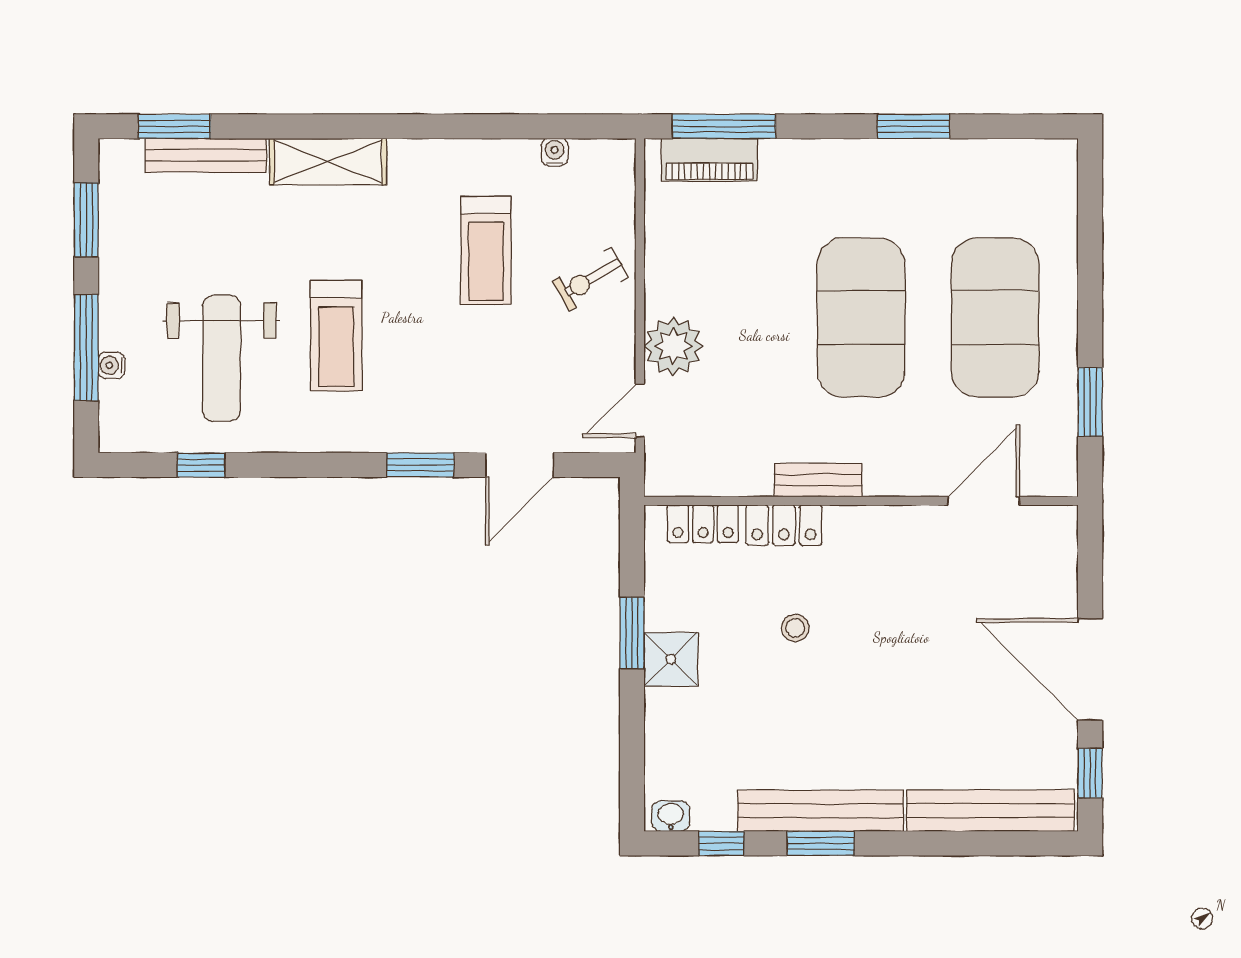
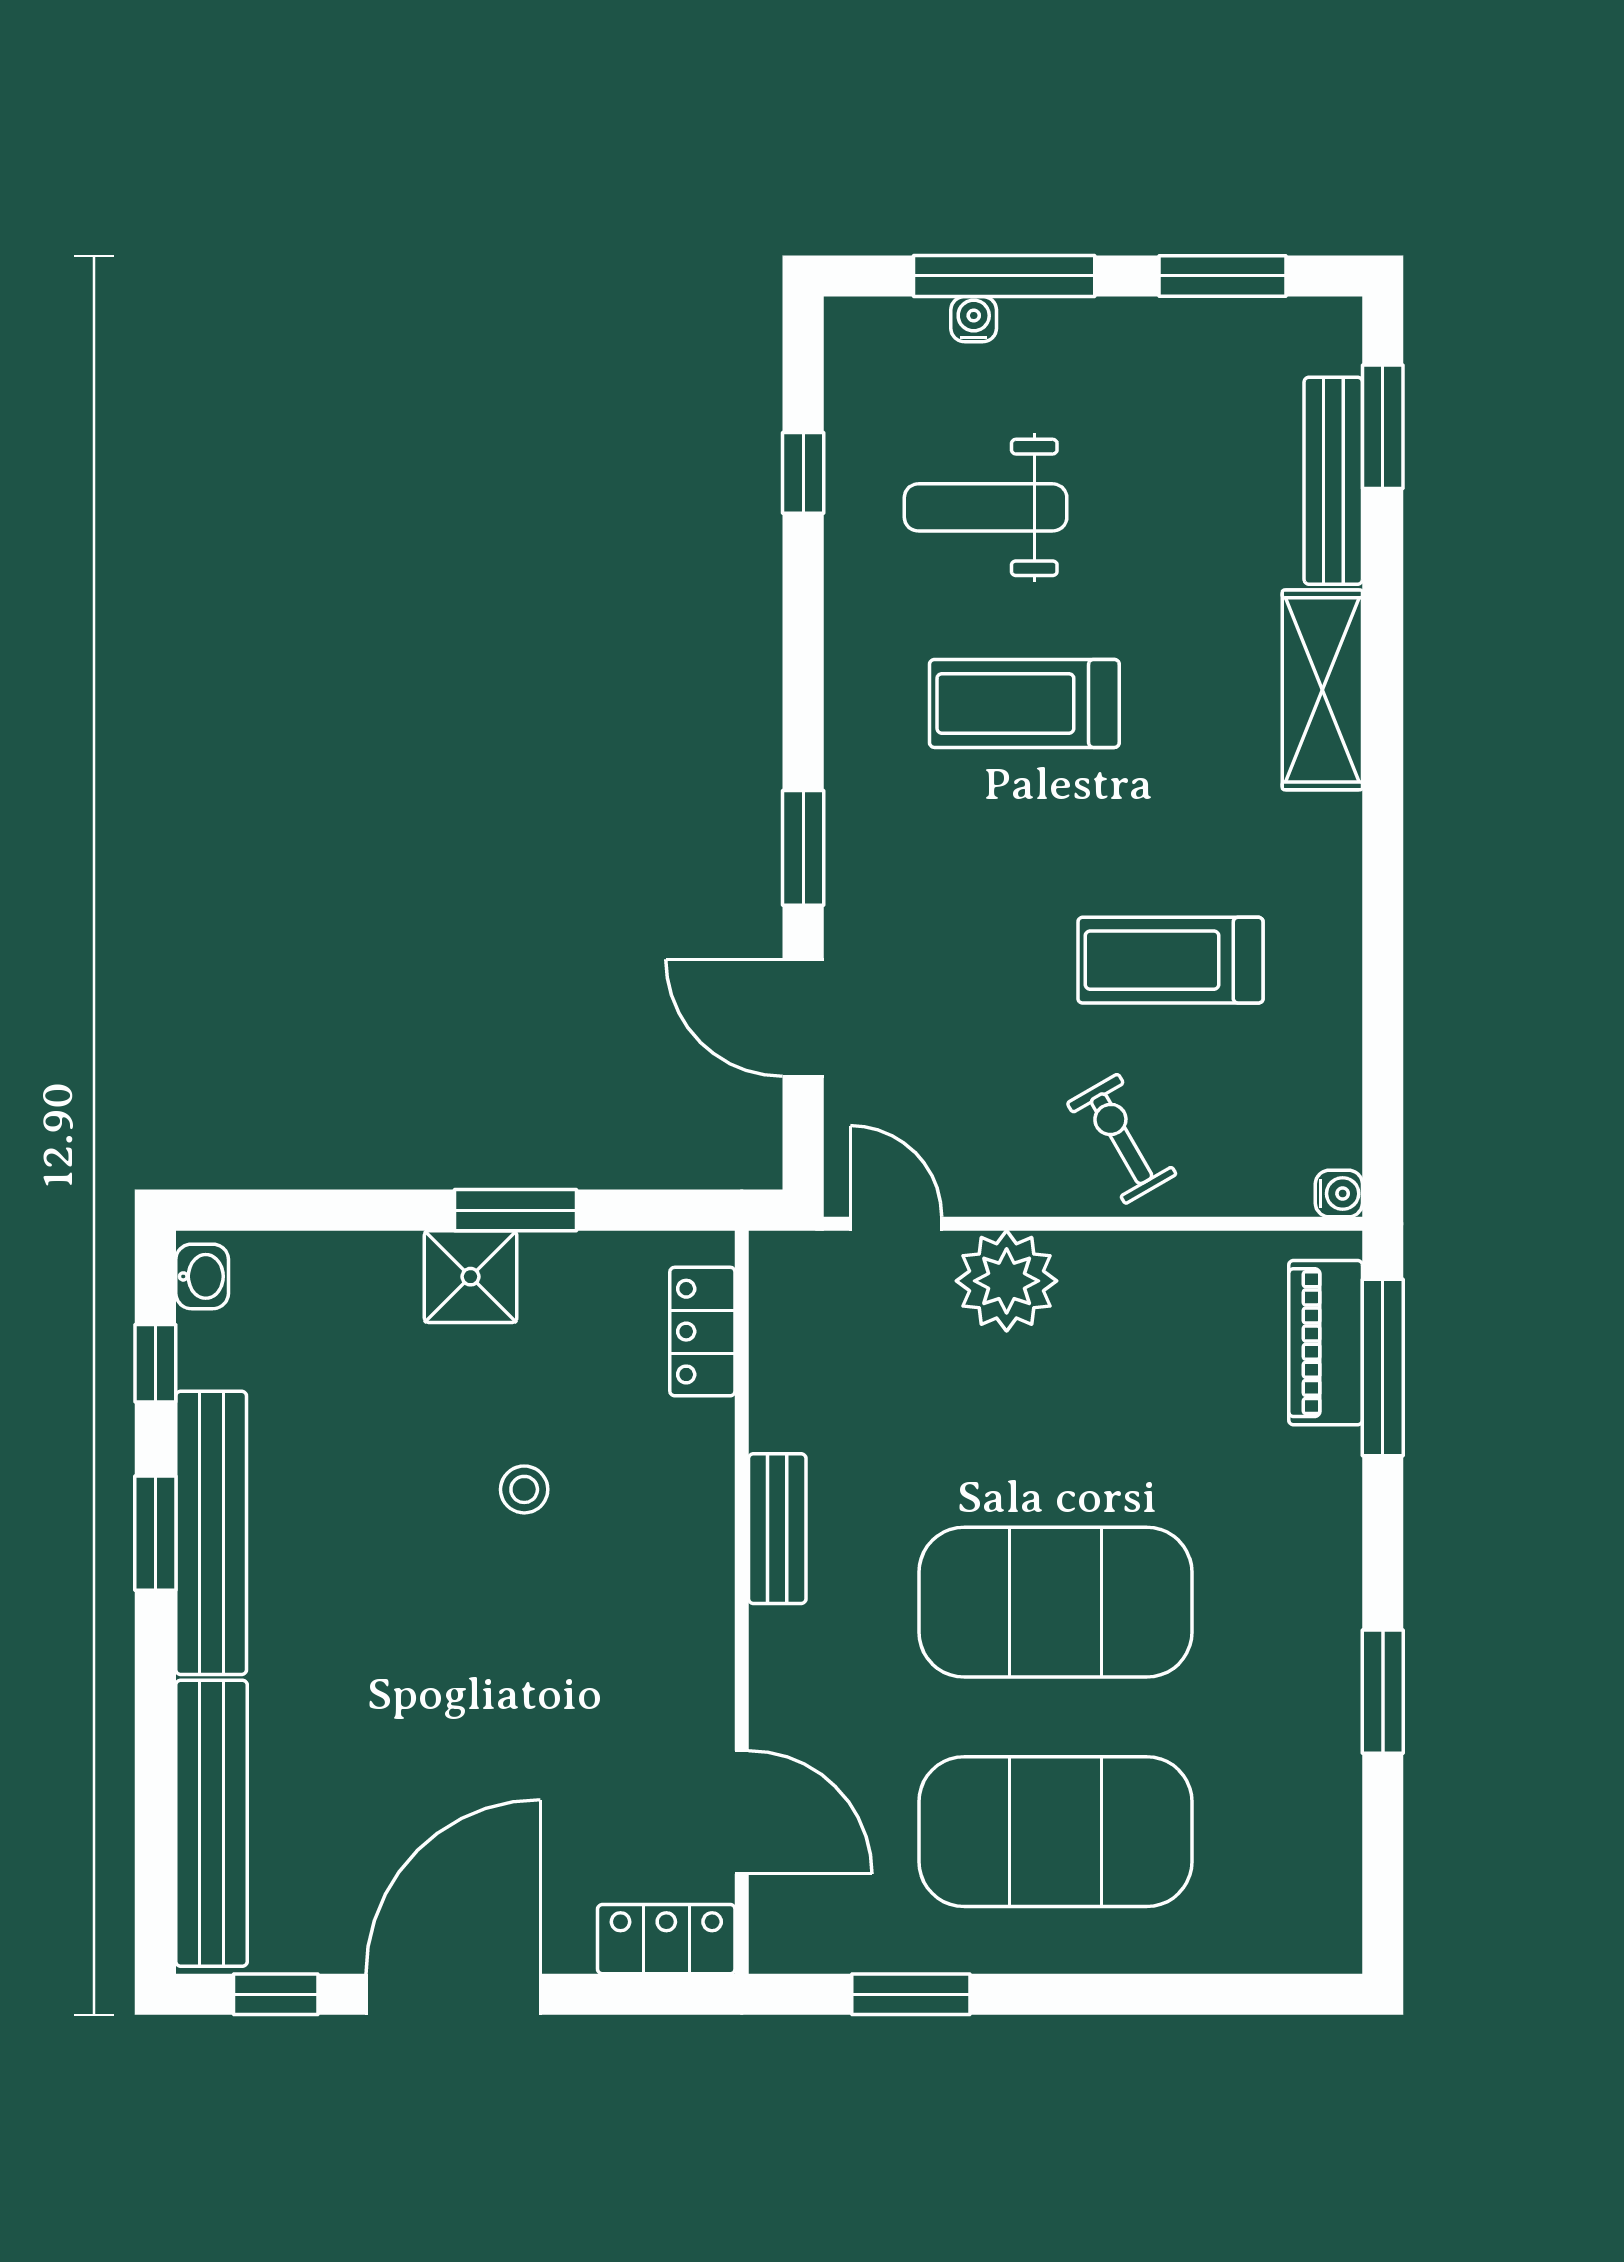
water cooler: (555, 152) -> (1339, 1194), moved
weight bench: (221, 358) -> (986, 507), width x0.73, depth x0.75
locker: (784, 525) -> (666, 1939), moved, turned 90

